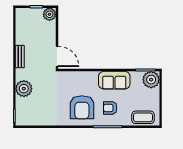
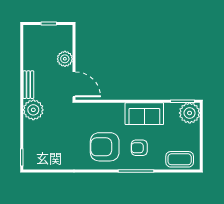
plant: (49, 14) -> (65, 59), moved
plant: (24, 89) -> (33, 110), moved
armchair: (82, 107) -> (105, 147), turned 90

